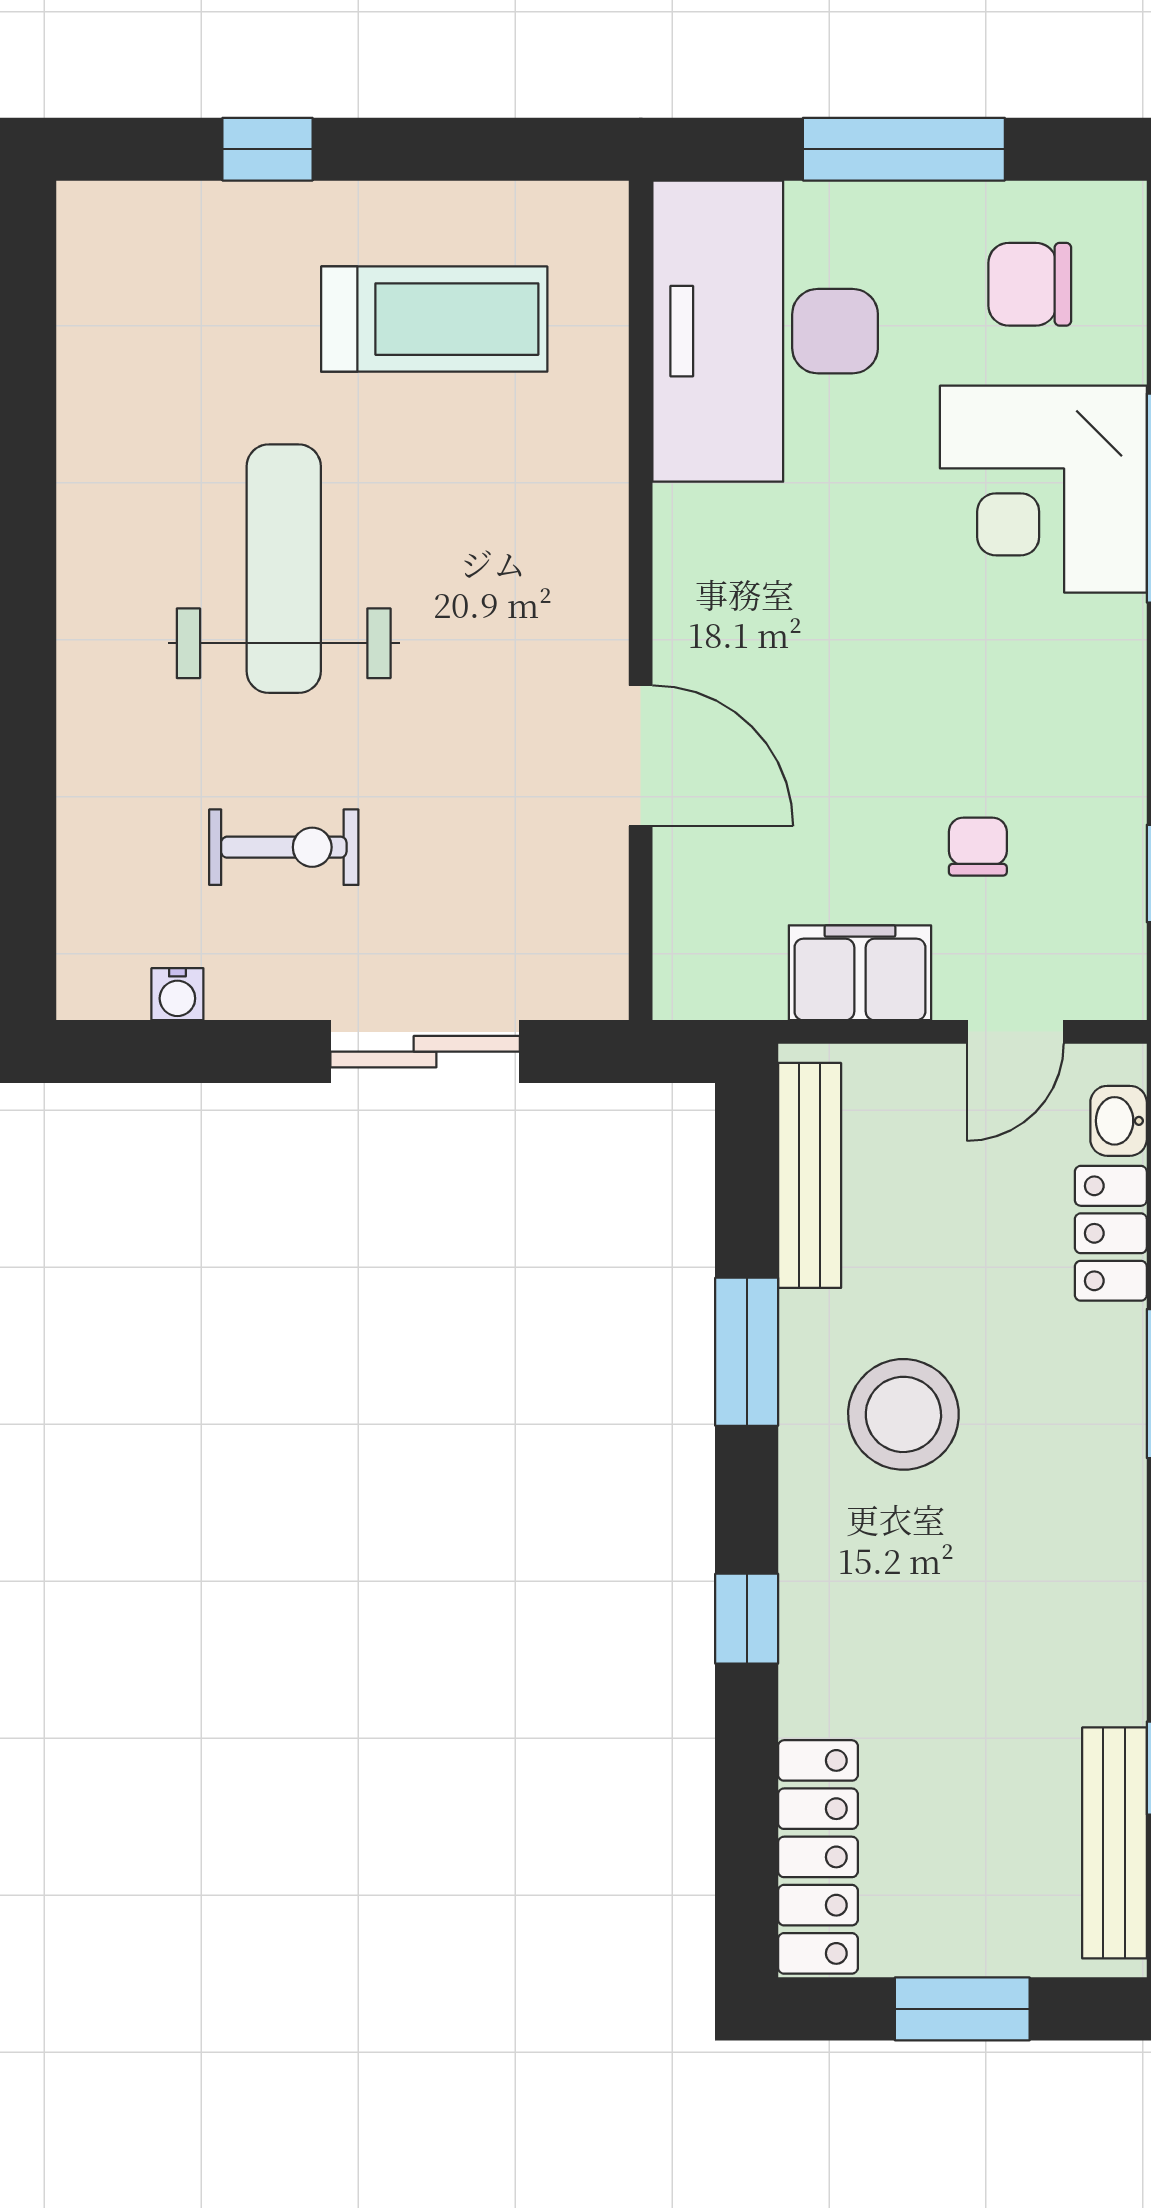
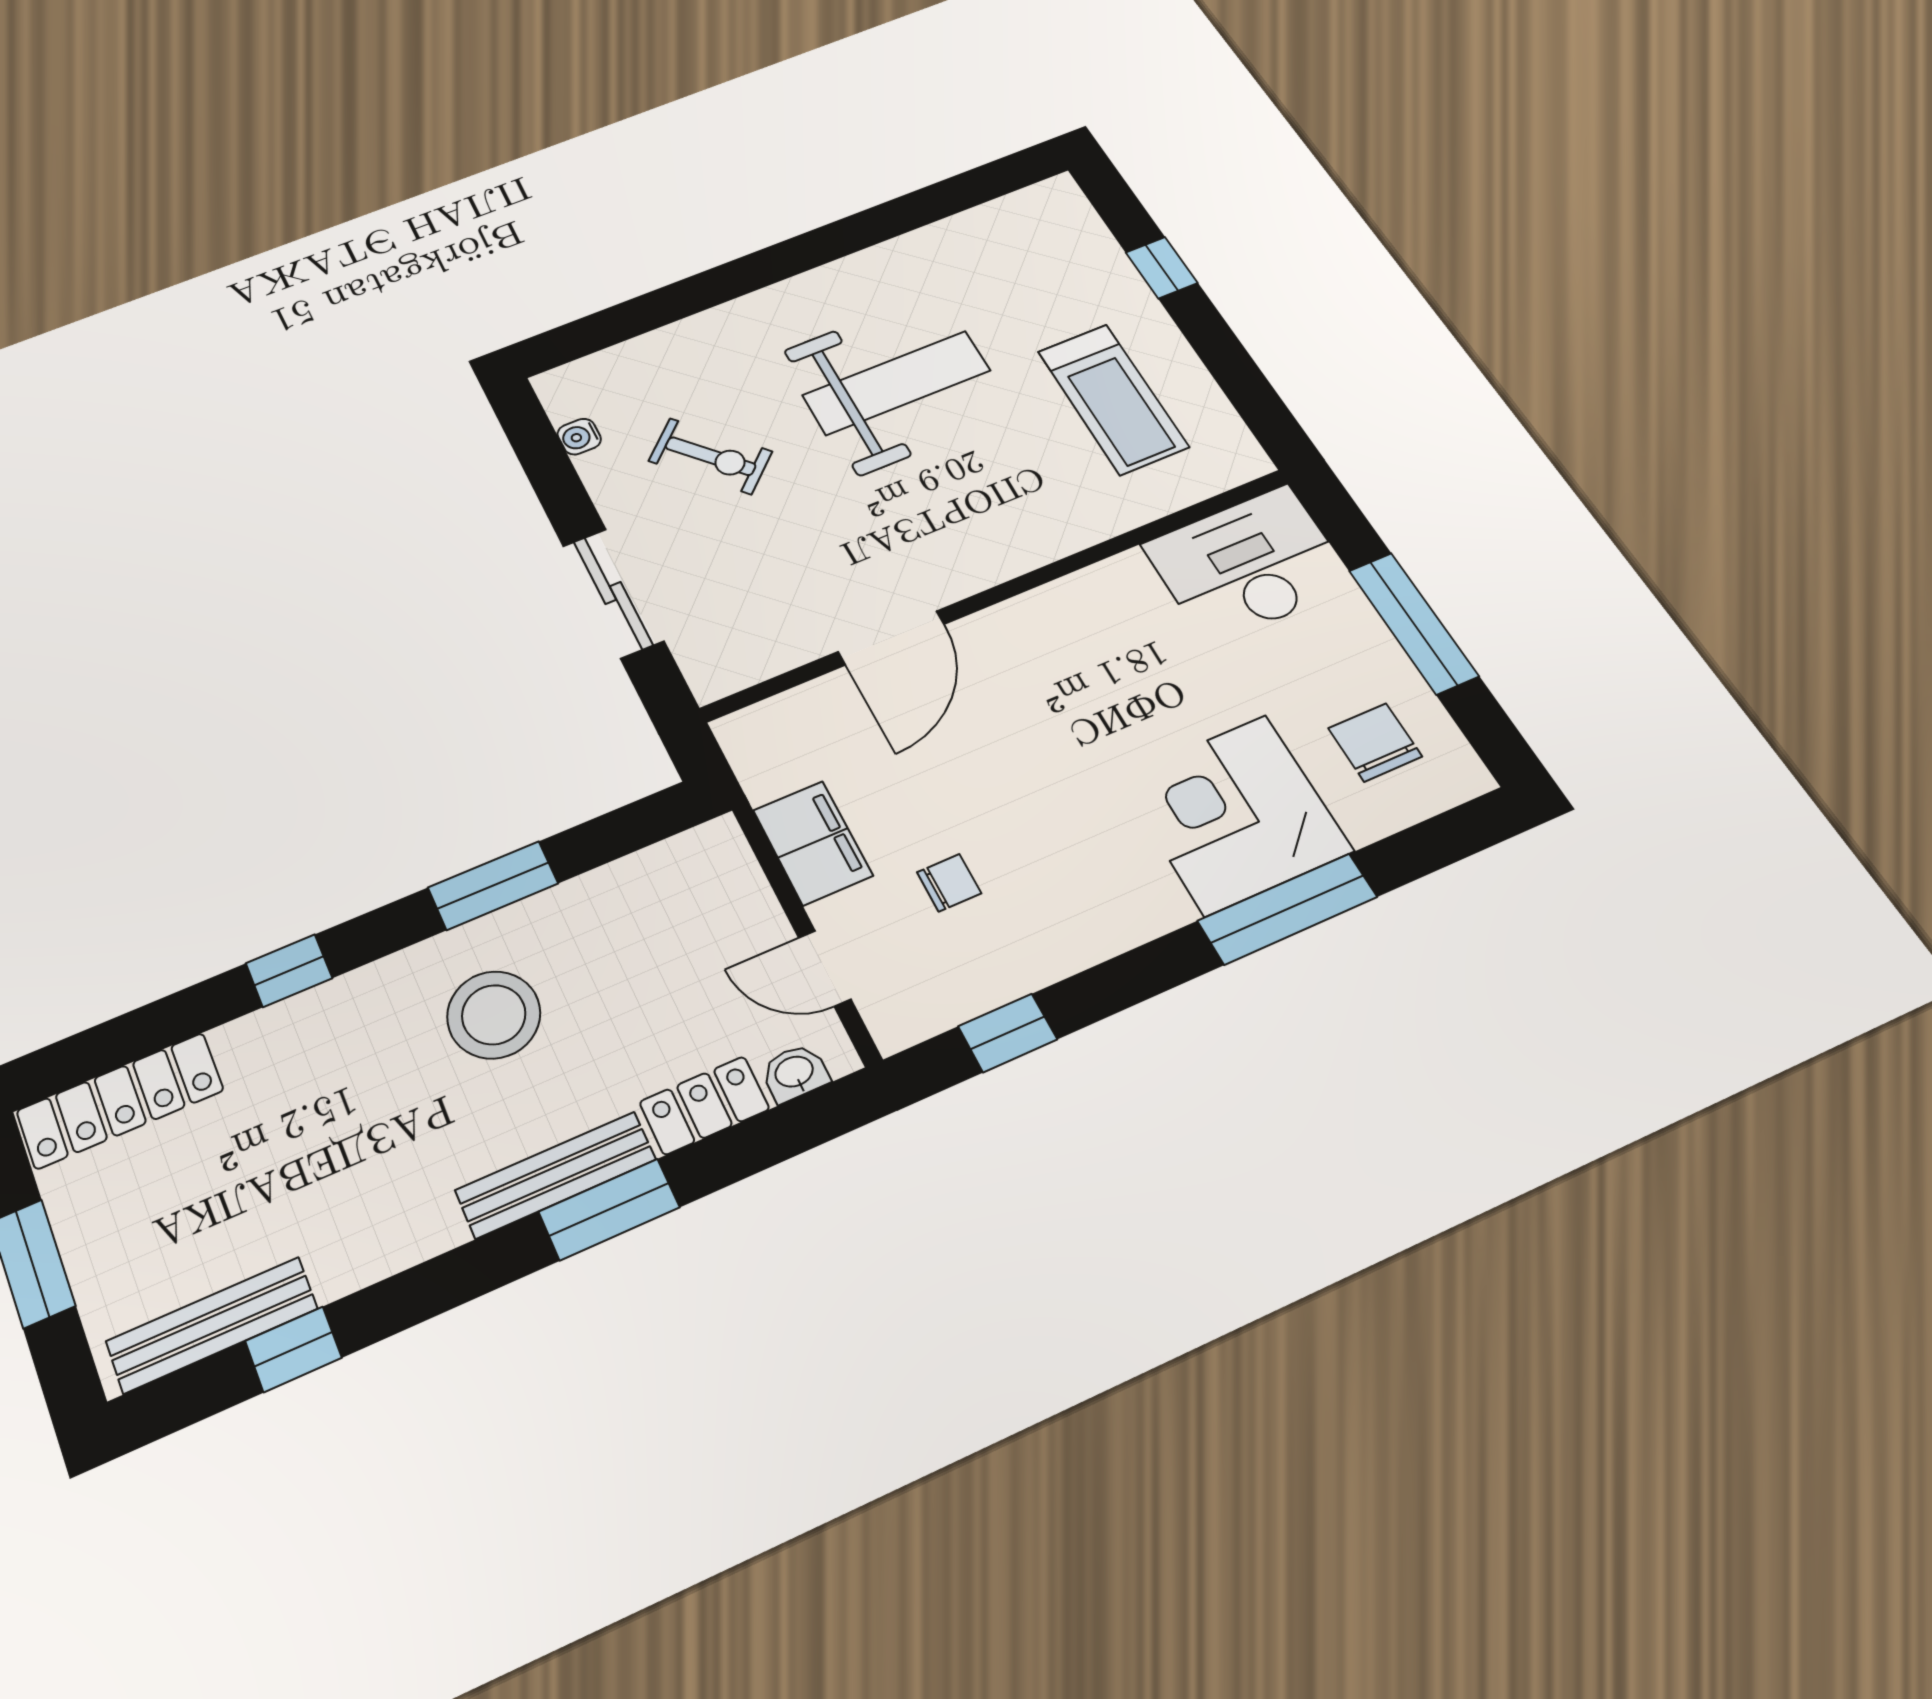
desk: (765, 331) -> (1248, 564), width x0.73, depth x0.77
exercise bike: (284, 847) -> (710, 456), turned -43
bench: (810, 1175) -> (556, 1175), moved

